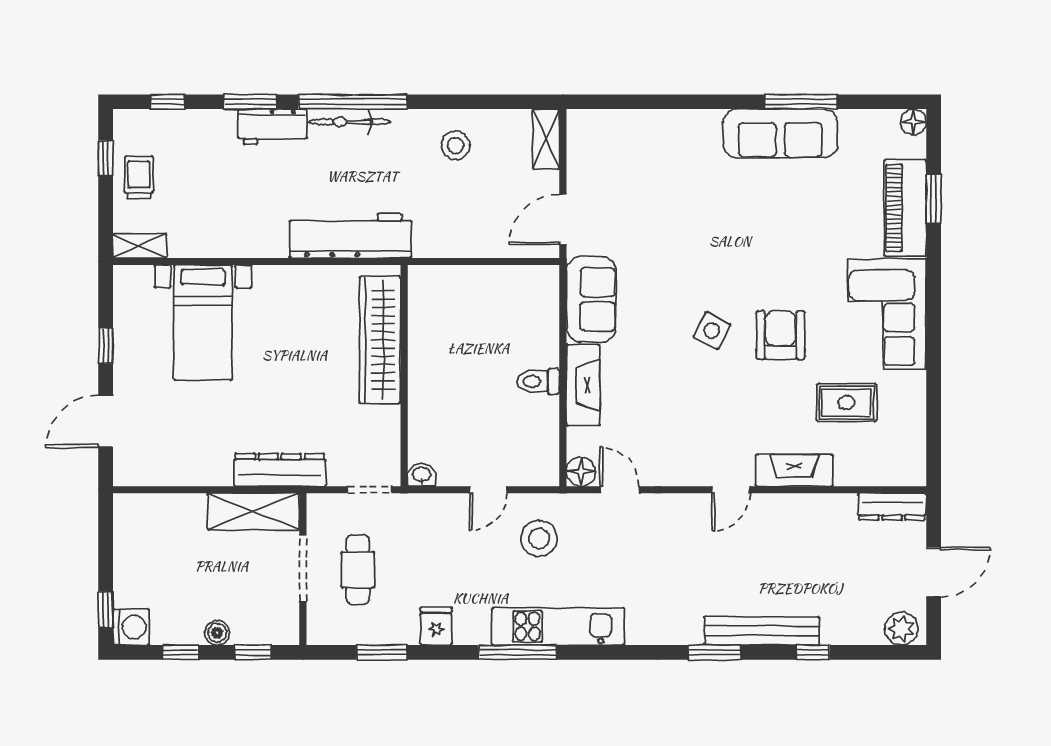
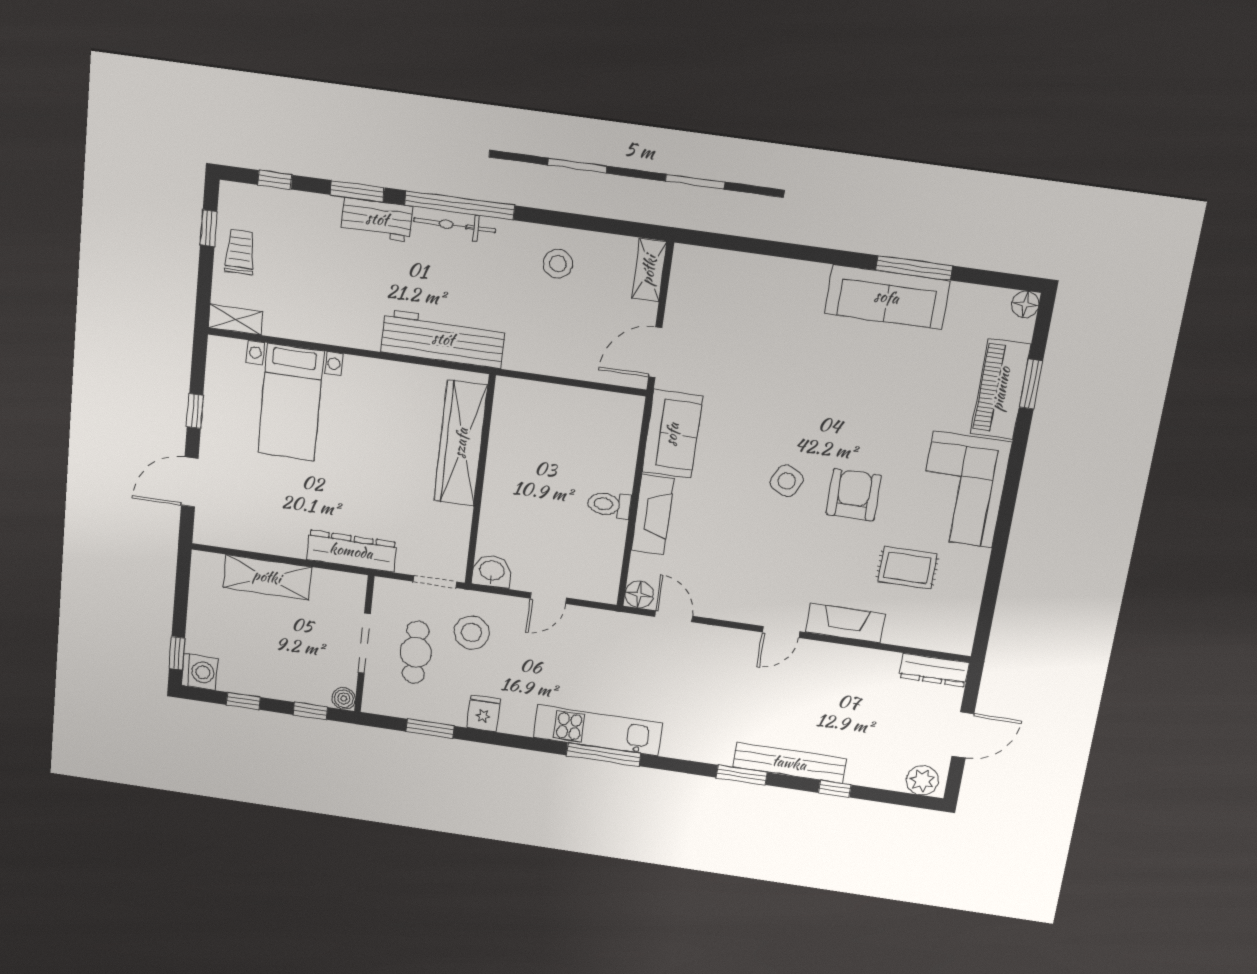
washbasin: (422, 475) -> (492, 571), width x1.38, depth x1.45
shelving: (253, 512) -> (267, 577), moved
stool: (539, 538) -> (472, 632), moved
boiler: (217, 633) -> (344, 699), moved
window: (518, 652) -> (603, 754), moved

